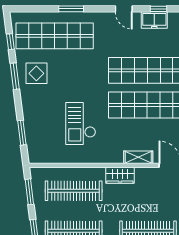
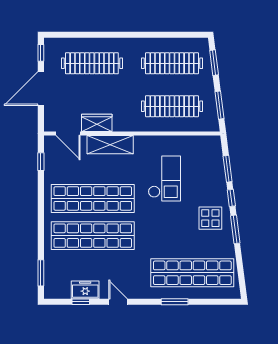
window: (10, 42) -> (231, 198), moved
display table: (36, 73) -> (210, 218), moved
shelving: (138, 157) -> (110, 145), width x1.50, depth x1.33
wardrobe: (120, 175) -> (97, 123), moved

